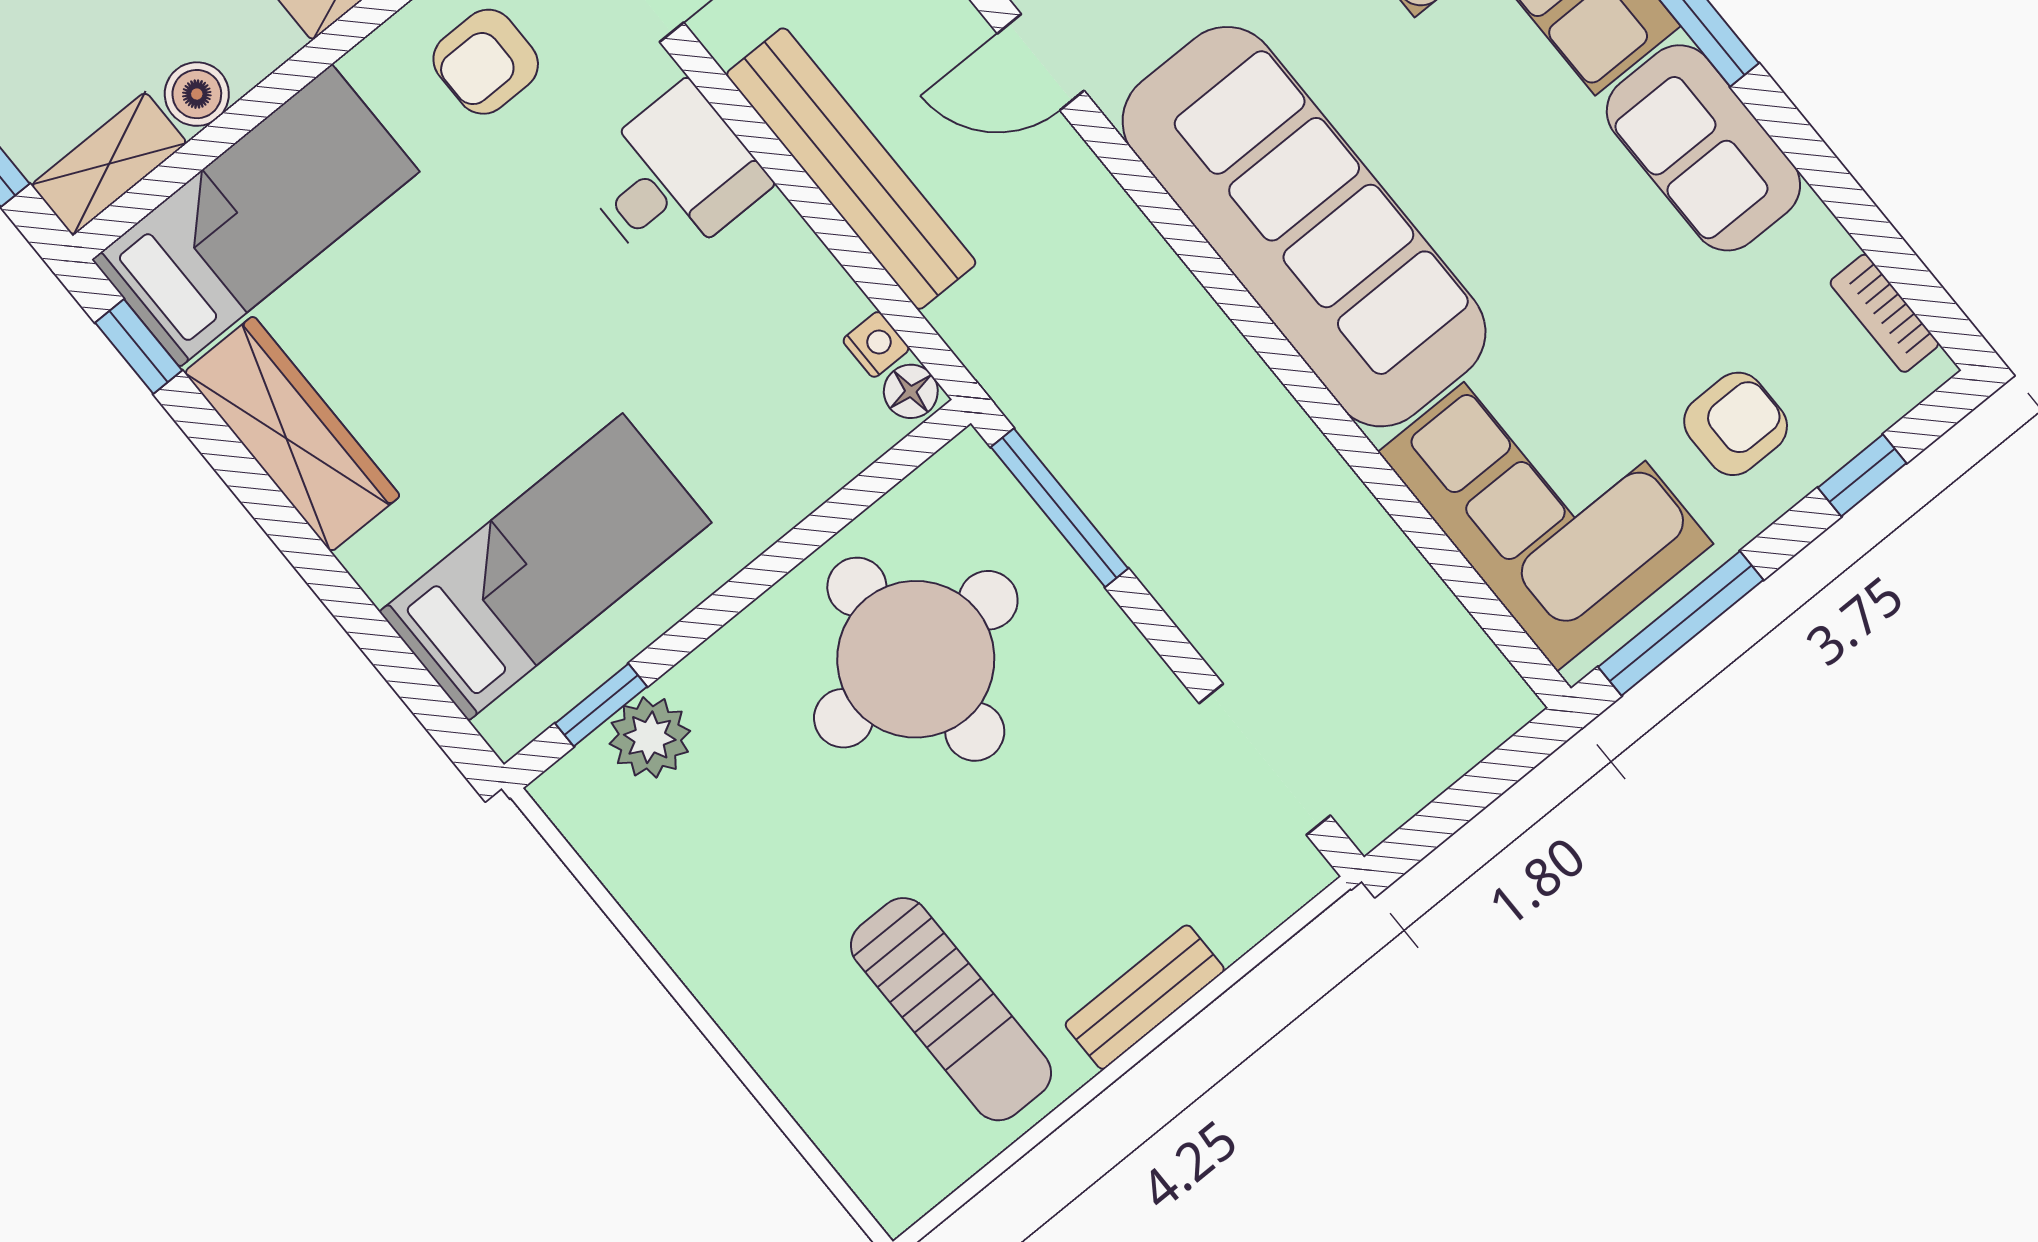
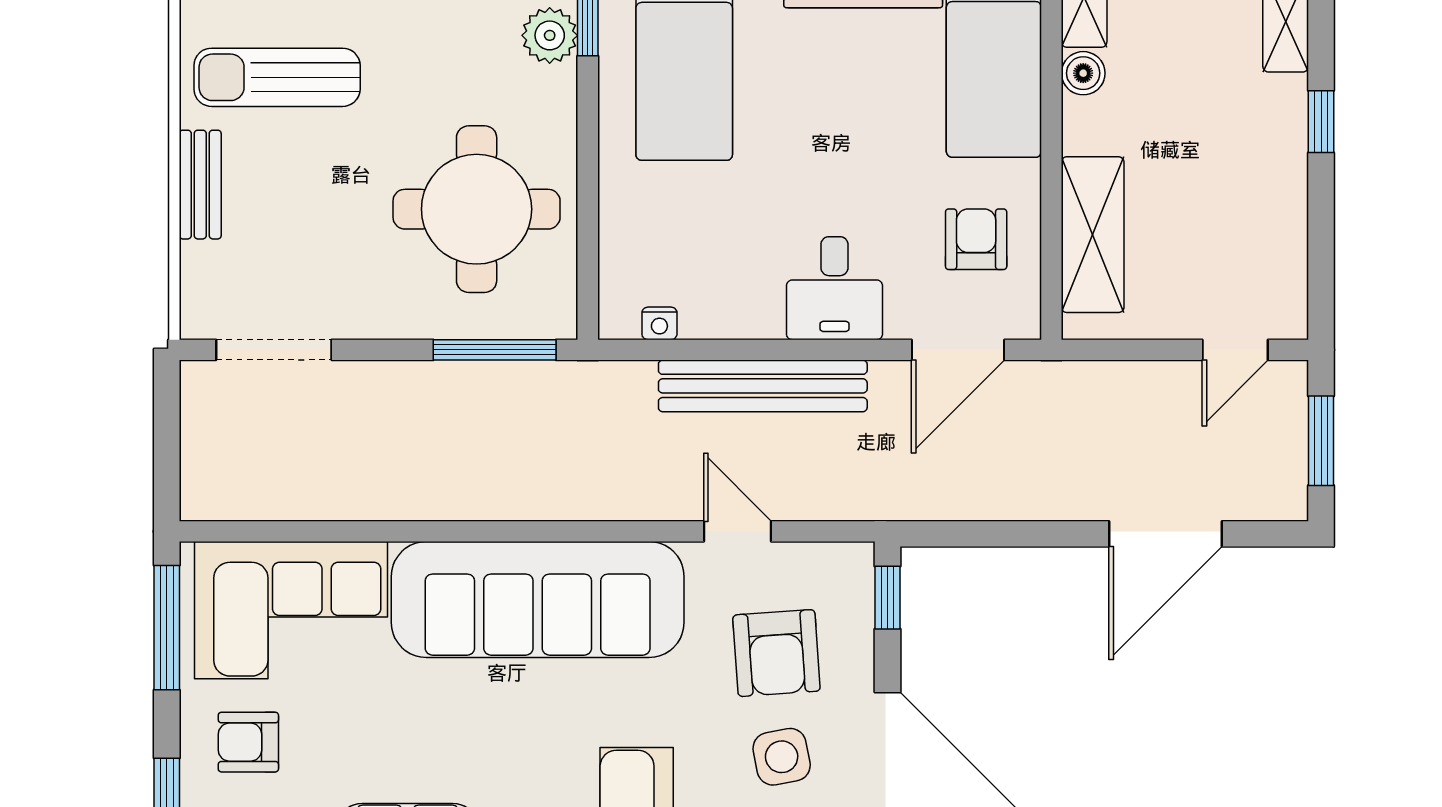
door: (1041, 62) -> (737, 531), hinge flipped
floor lamp: (911, 391) -> (620, 322), removed
armchair: (1736, 424) -> (248, 742), turned 90

